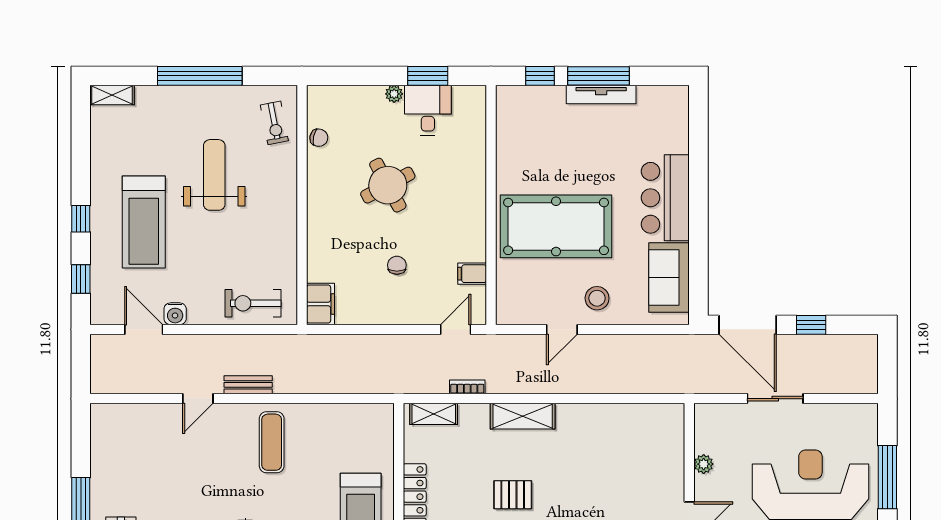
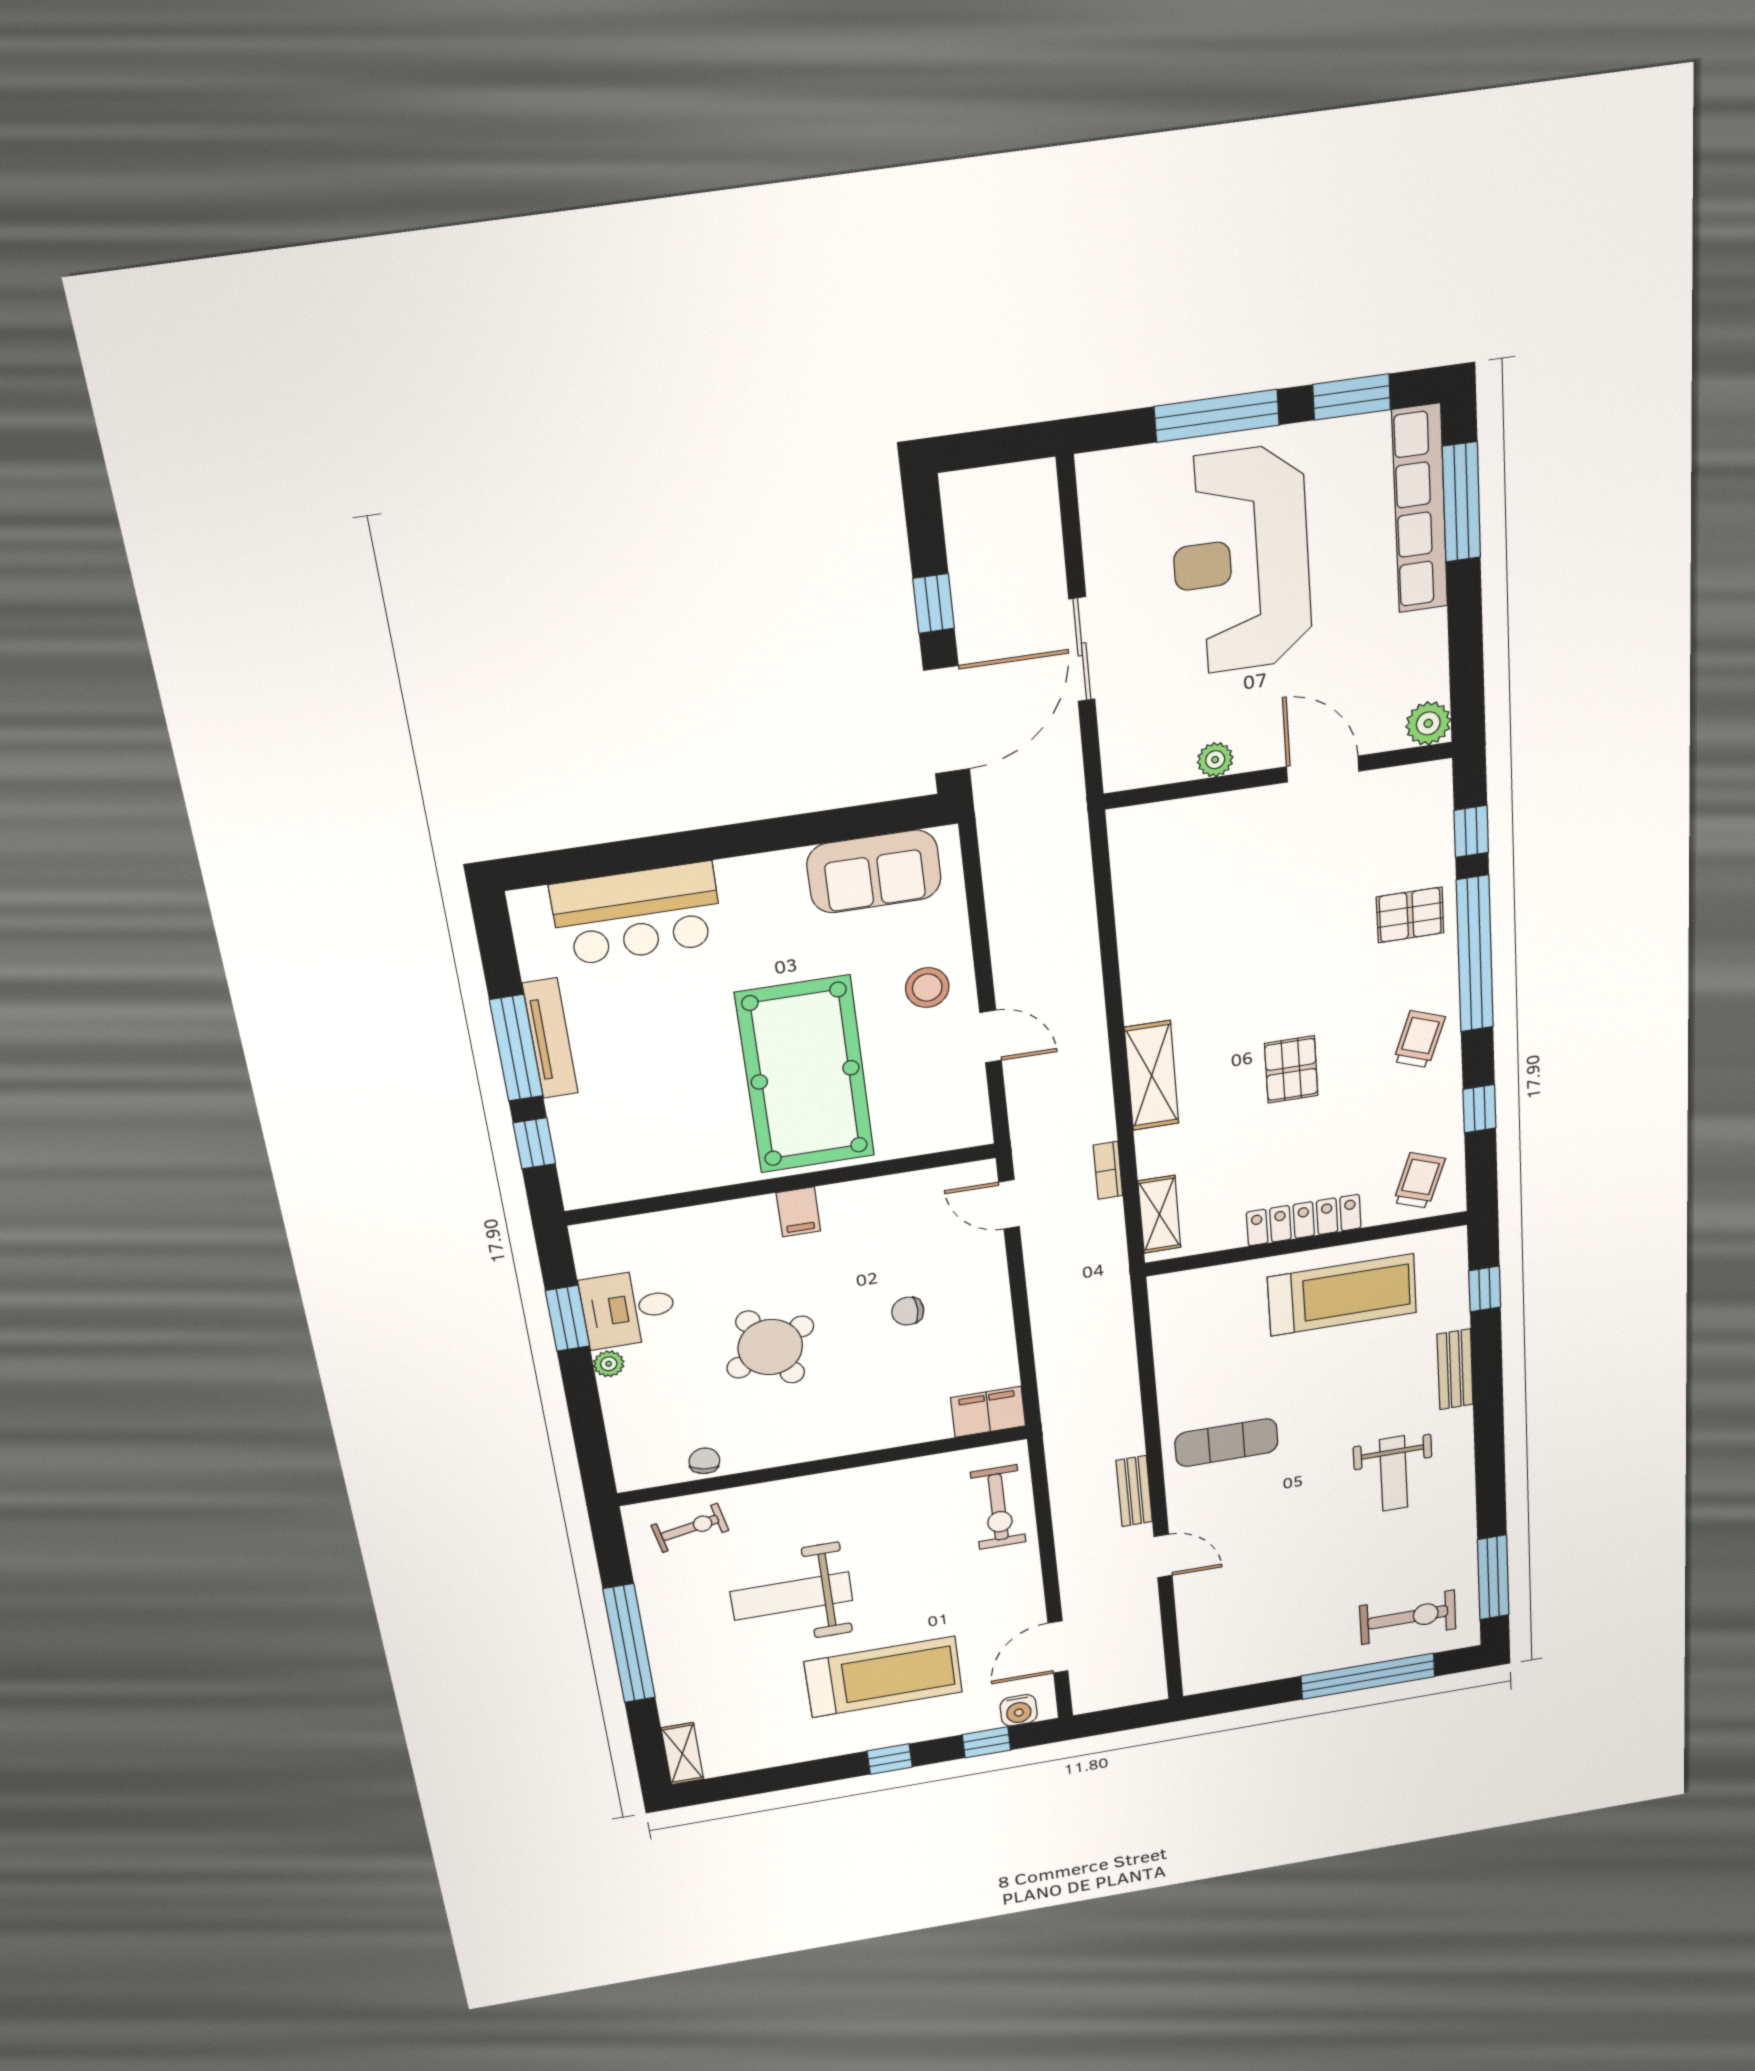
bar counter: (665, 198) -> (637, 914), moved
filing cabinet: (472, 274) -> (798, 1212), moved
water cooler: (175, 314) -> (1019, 1710), moved, turned 90

